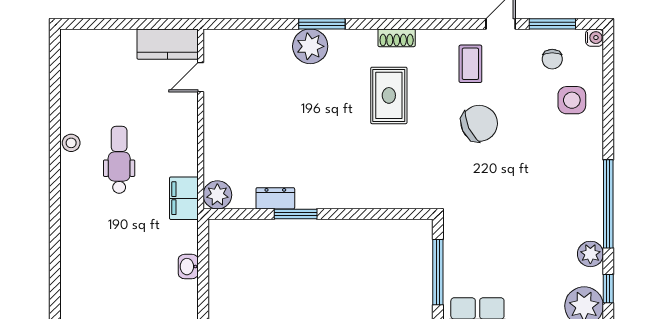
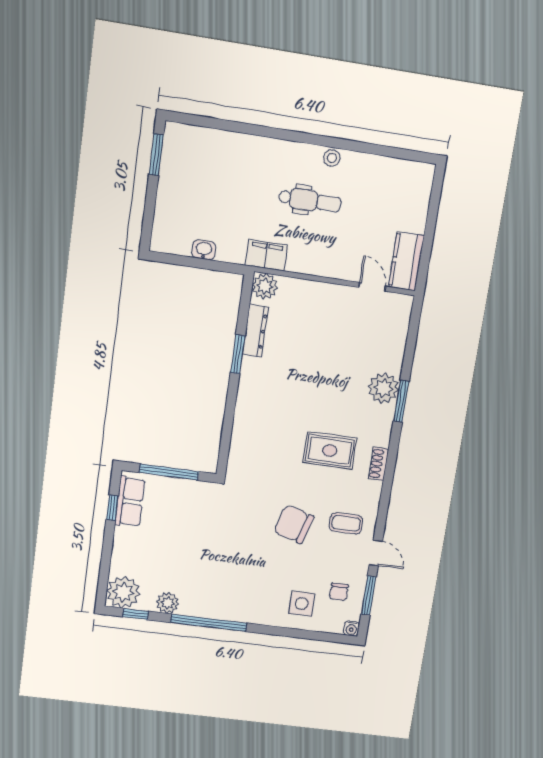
chair: (552, 59) -> (339, 592), turned -90
chair: (479, 123) -> (294, 524), turned 131
dresser: (275, 198) -> (255, 331), width x1.44

